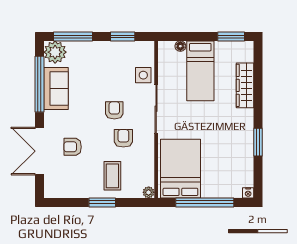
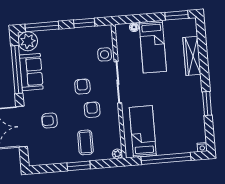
bed: (180, 169) -> (143, 131), width x0.67

